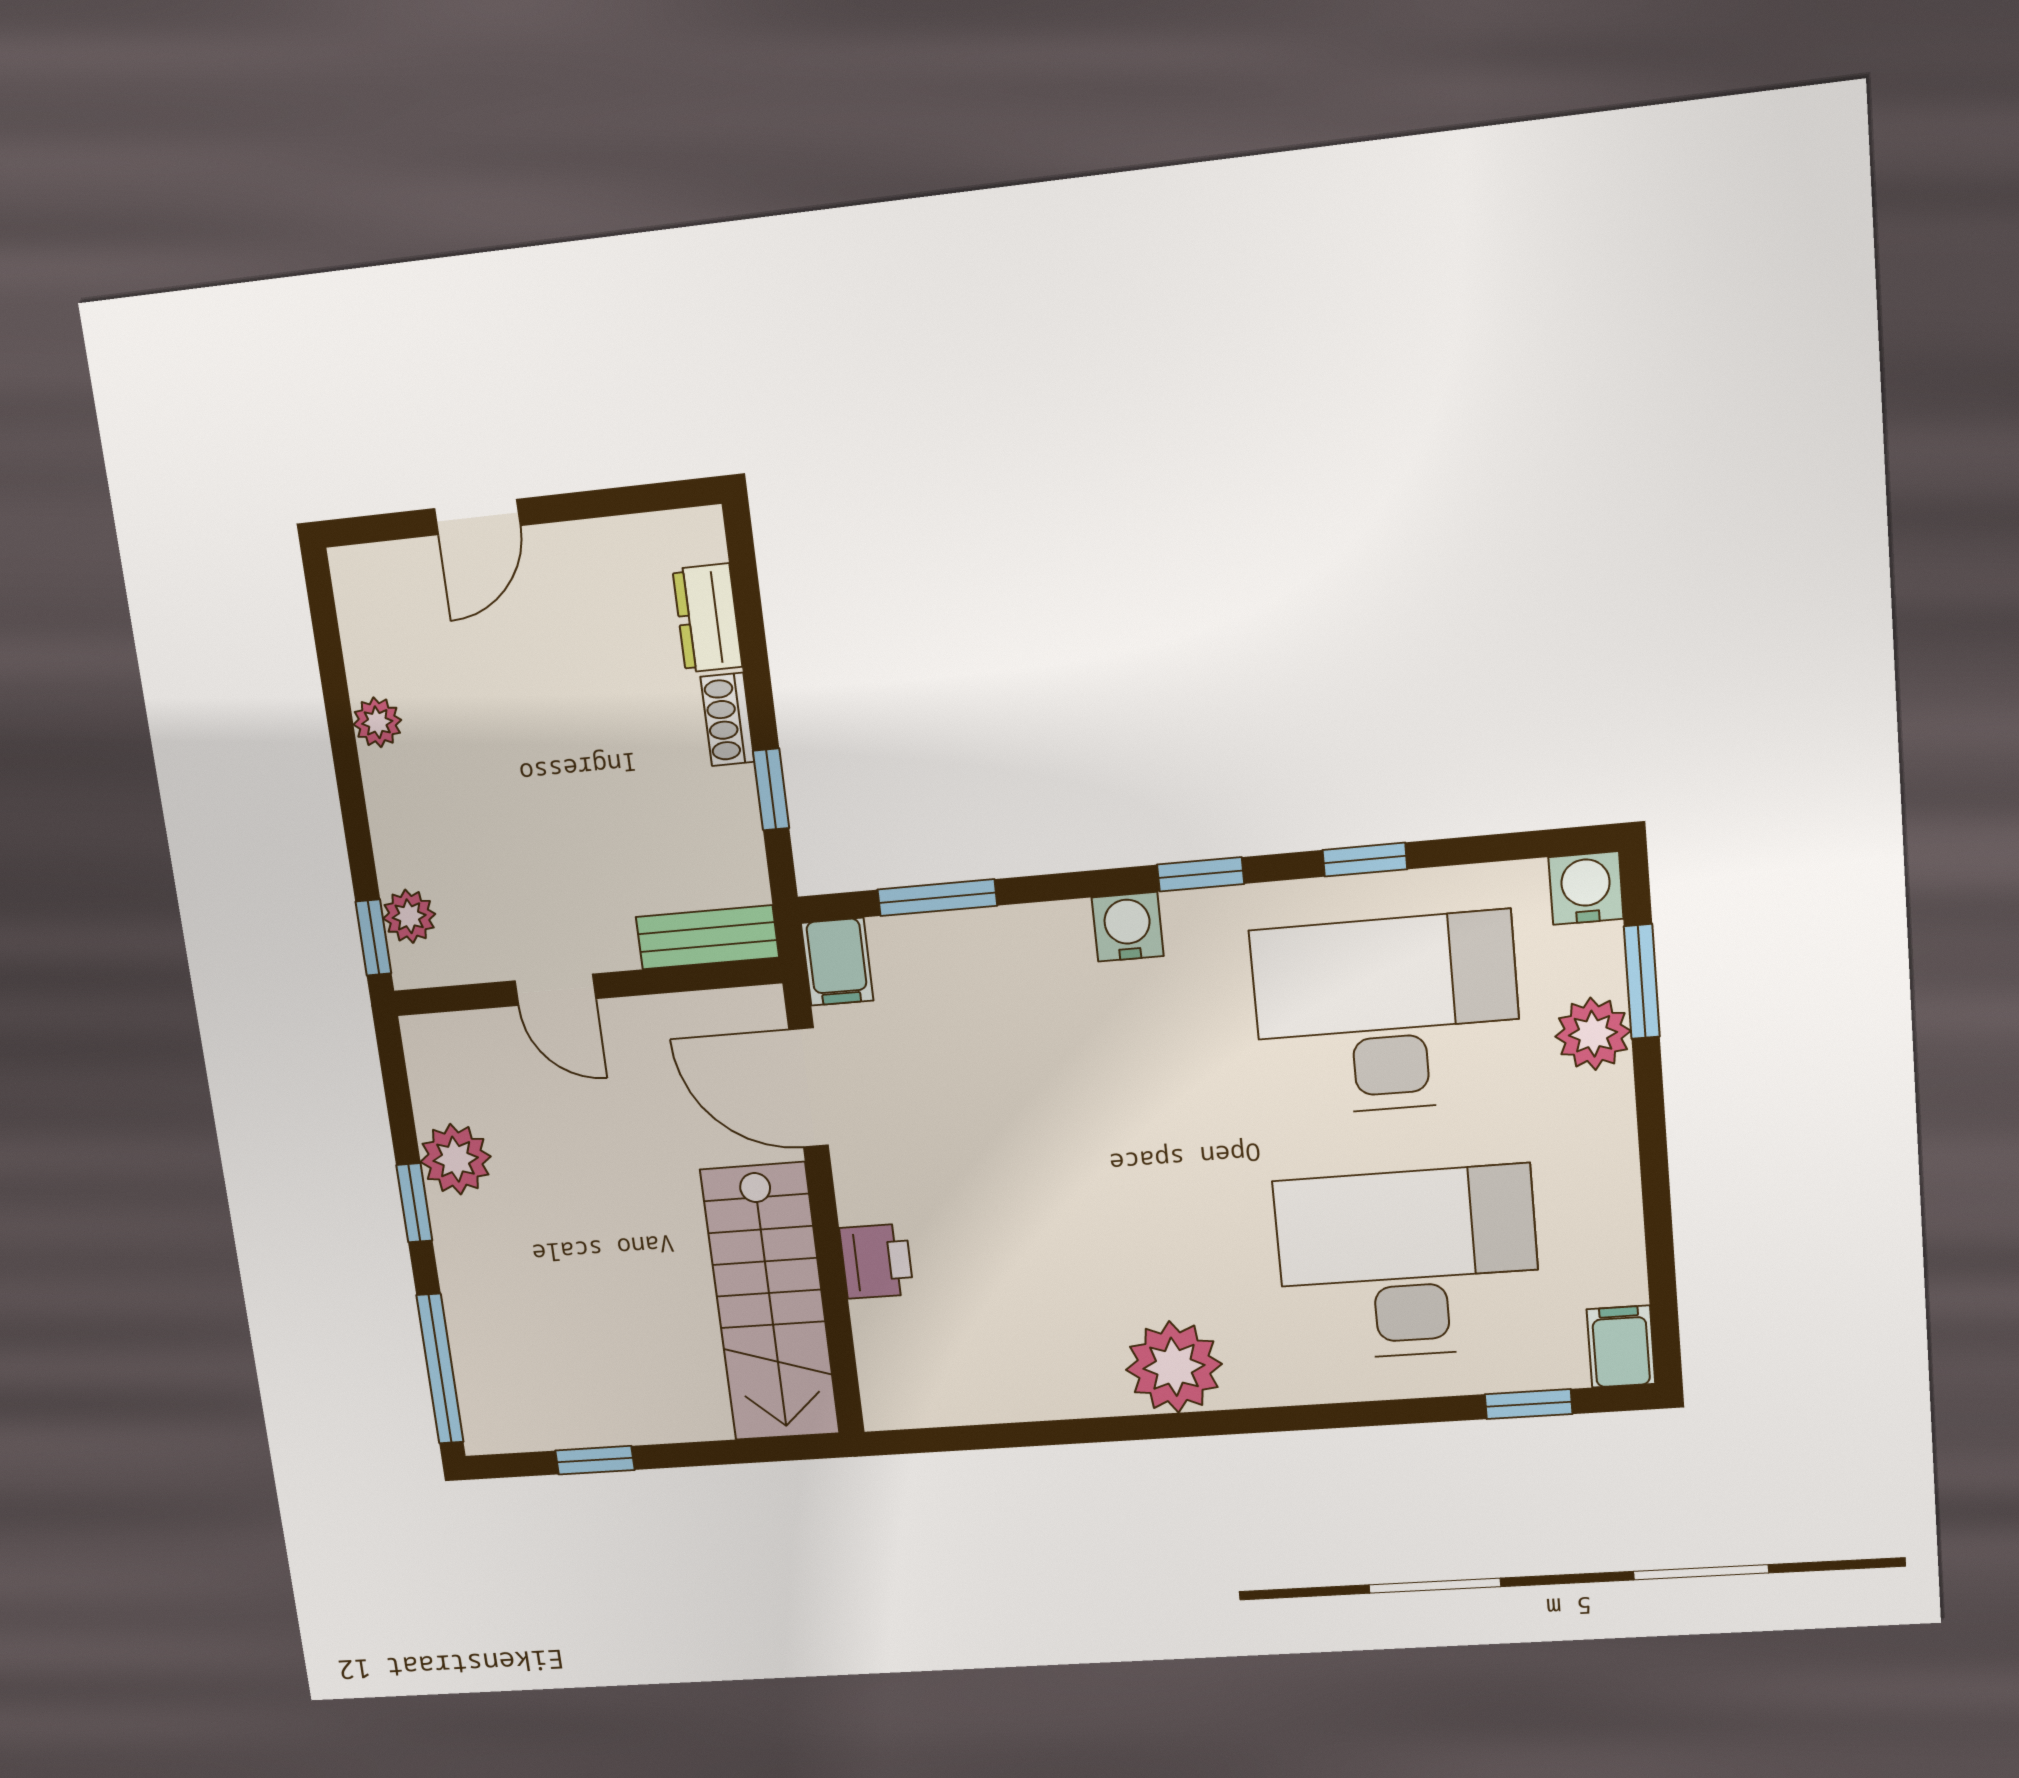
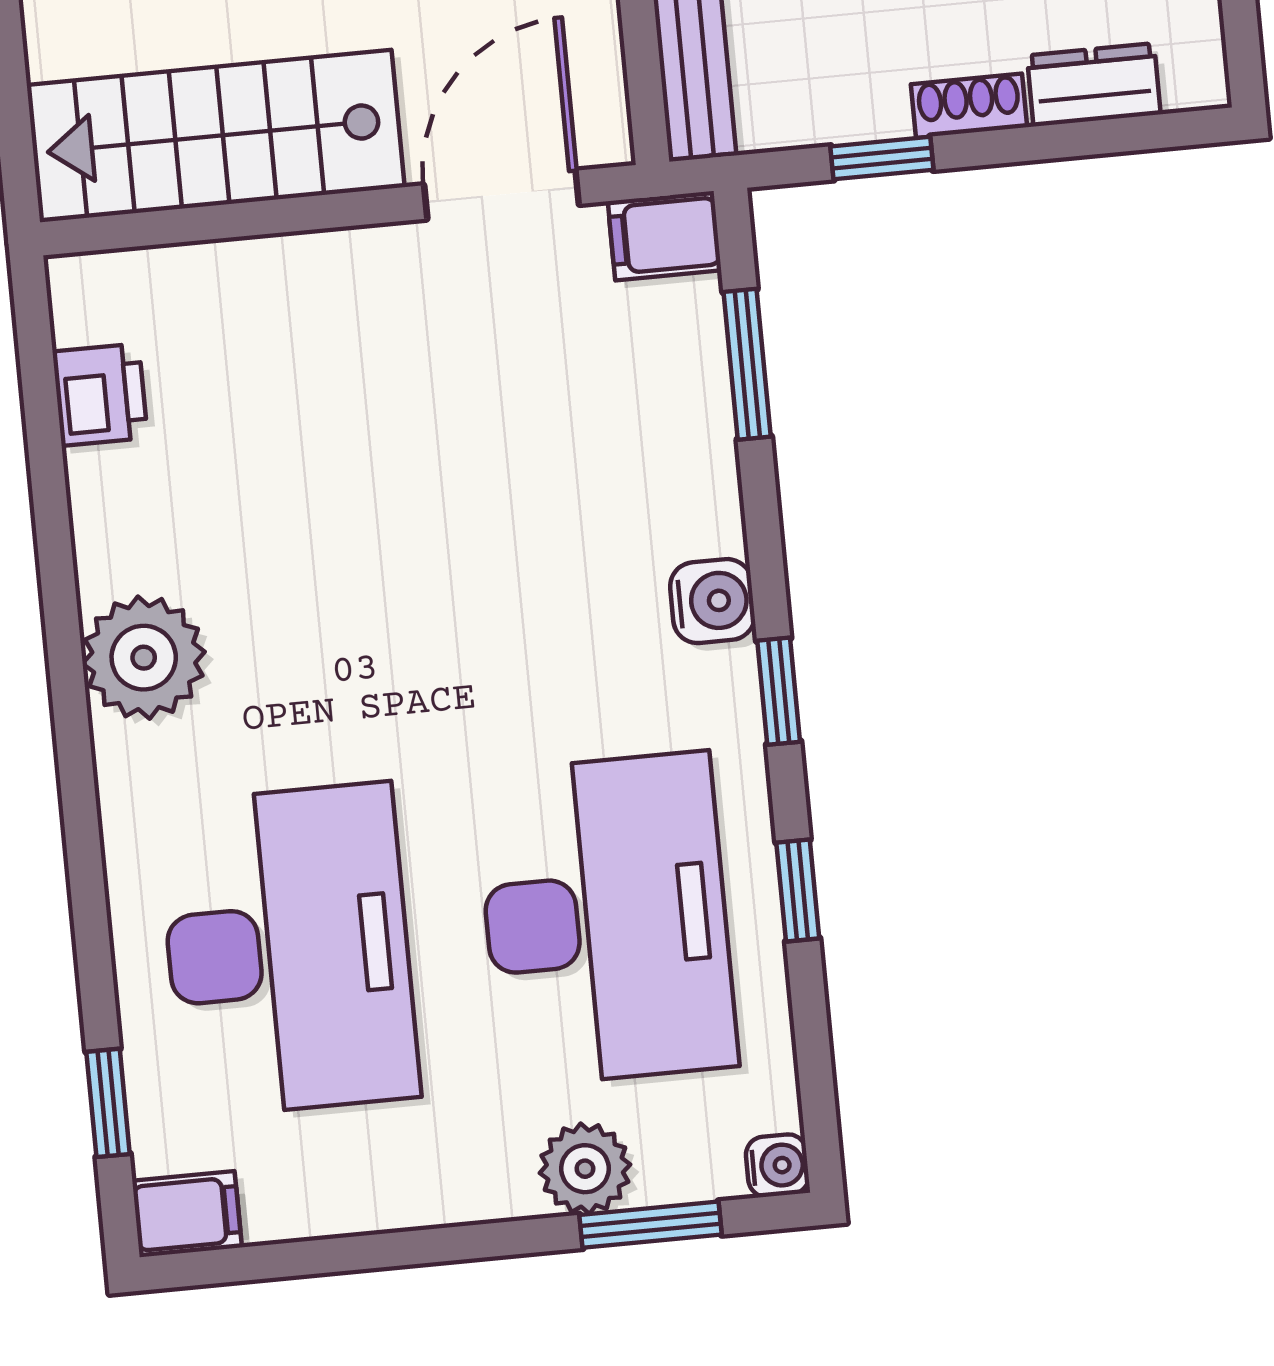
water cooler: (1586, 888) -> (777, 1166), width x0.72, depth x0.72
printer: (876, 1261) -> (100, 395), moved, turned -90

